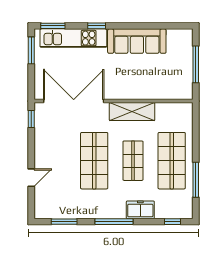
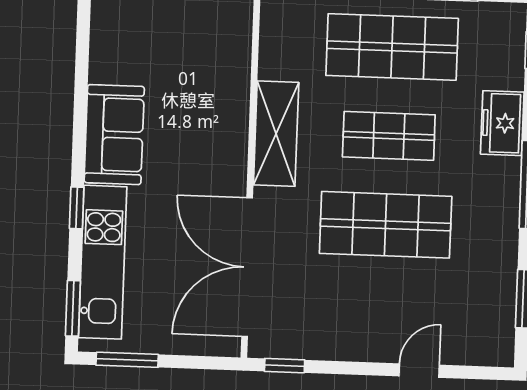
sofa: (137, 41) -> (114, 135), width x0.73
door: (31, 178) -> (419, 371), hinge flipped

